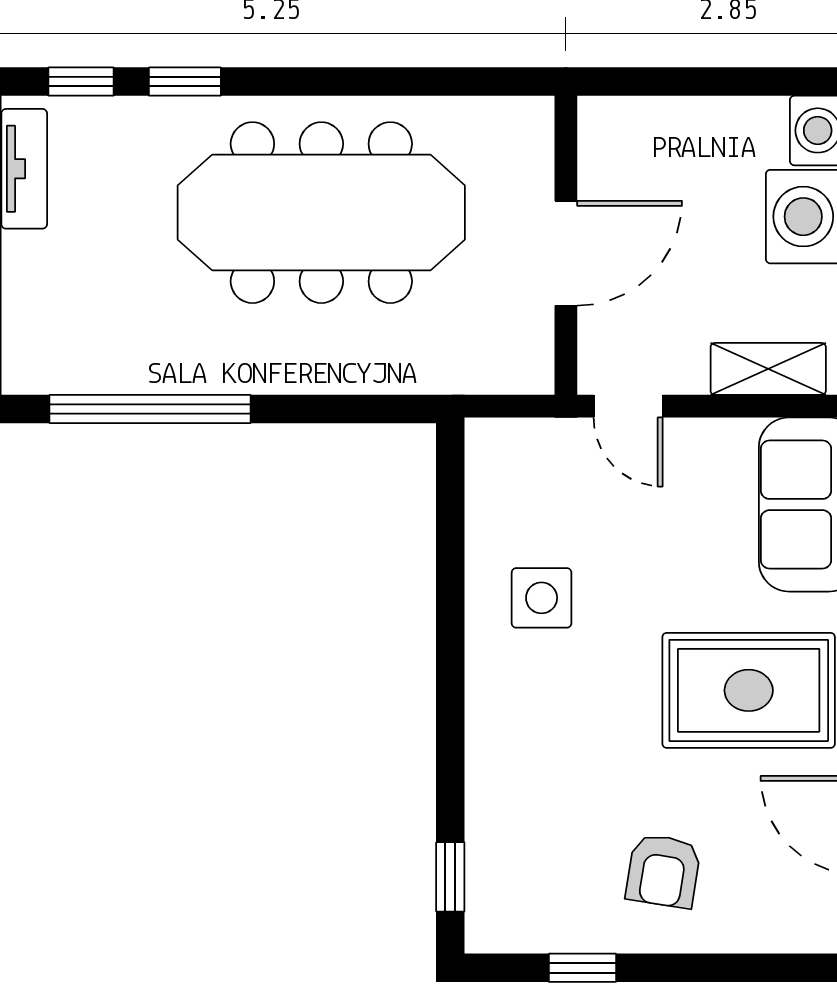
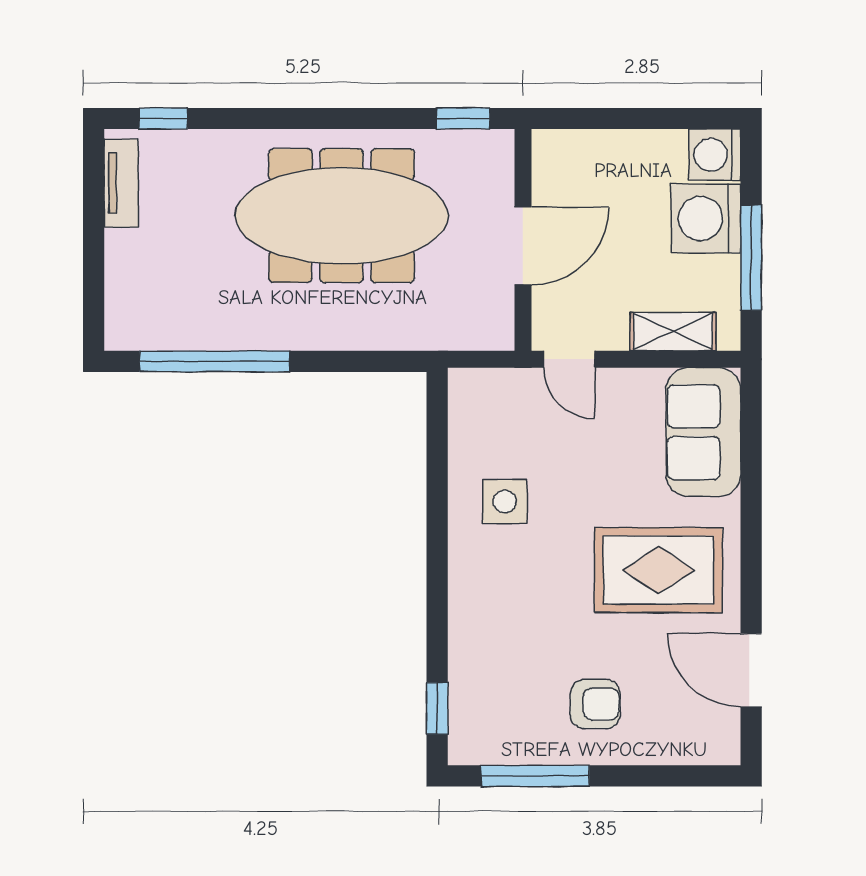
window: (185, 82) -> (463, 118), moved
armchair: (663, 871) -> (595, 704), turned -99
window: (582, 968) -> (535, 776), width x2.17

